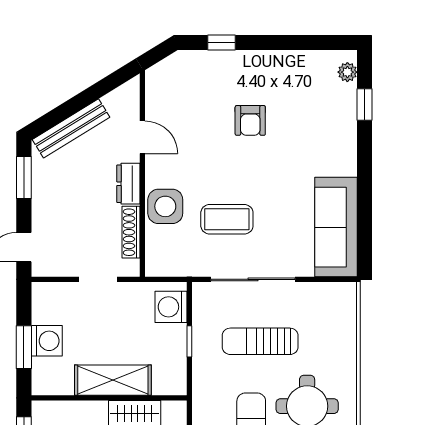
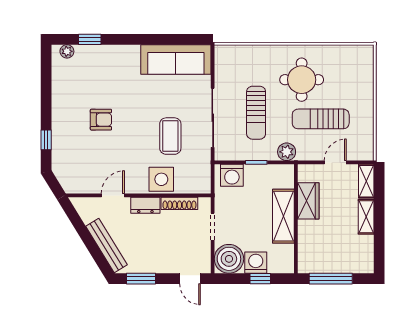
boiler: (52, 303) -> (229, 259), added
window: (24, 347) -> (260, 279), width x0.67
plant: (204, 385) -> (287, 152), added

